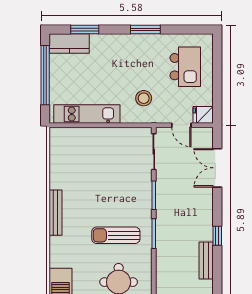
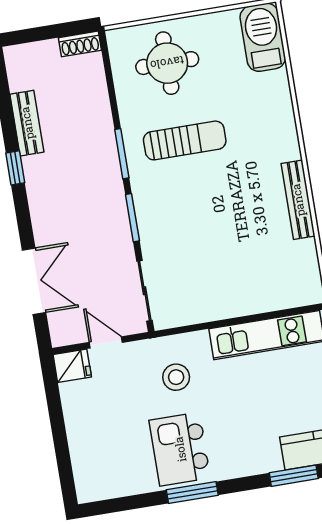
kitchen island: (185, 67) -> (180, 449), moved
bench: (56, 213) -> (298, 200), moved

